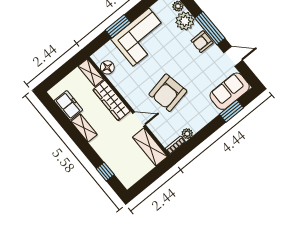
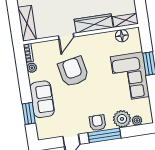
sofa: (230, 91) -> (42, 99), moved
shelving: (150, 147) -> (27, 23), moved, turned 90

